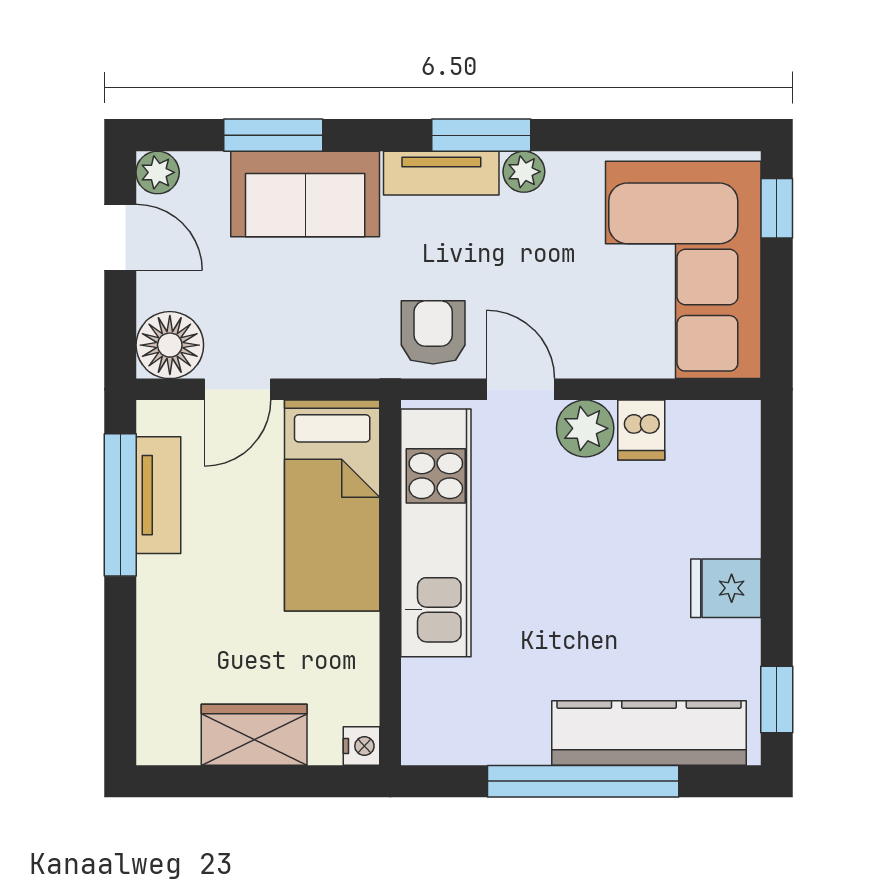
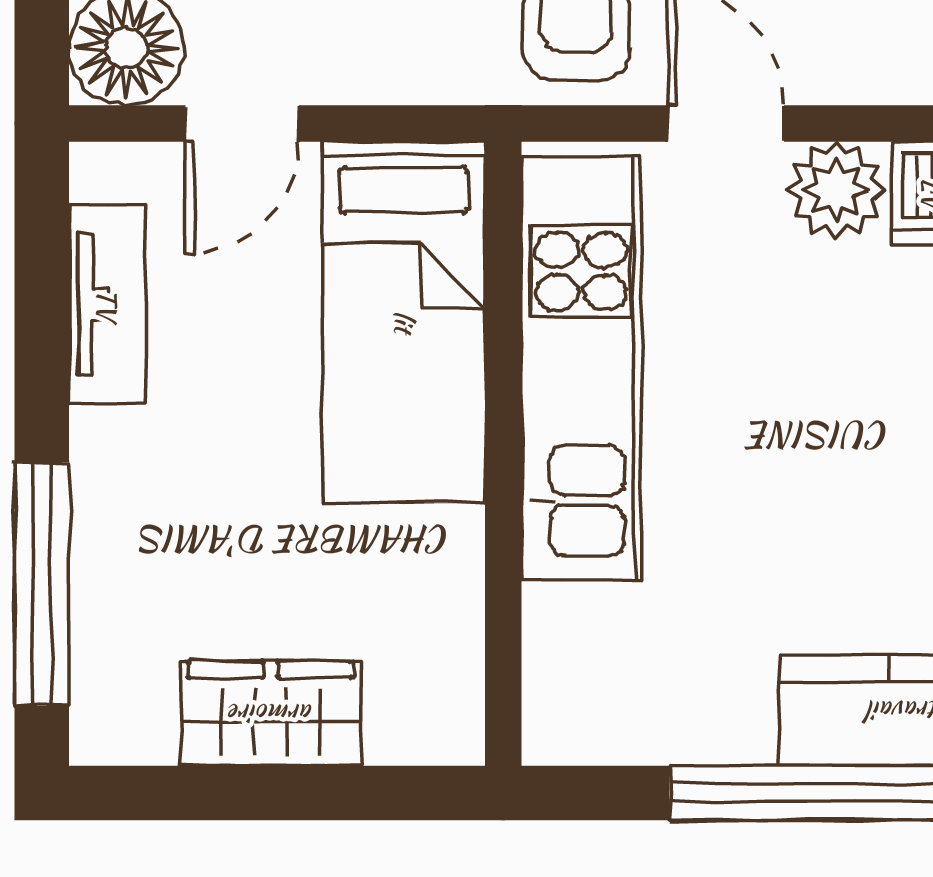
window: (120, 505) -> (42, 584), moved
nightstand: (362, 746) -> (454, 733), removed

